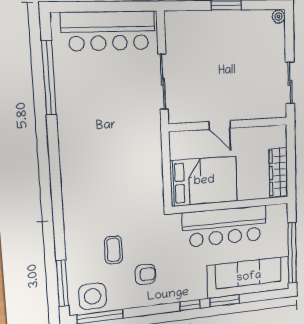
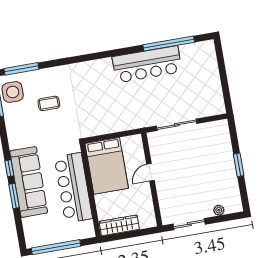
plant: (279, 17) -> (219, 210), moved
bar counter: (109, 31) -> (147, 64), moved, turned -90
armchair: (145, 274) -> (32, 130), removed
sofa: (249, 277) -> (29, 182), moved

